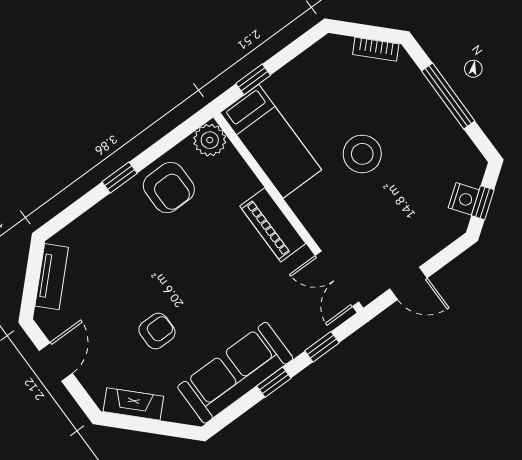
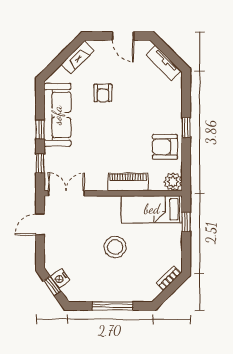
bookcase: (376, 49) -> (169, 278), moved
piano: (273, 225) -> (128, 182), moved

